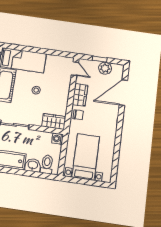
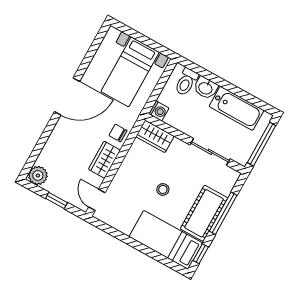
plant: (105, 68) -> (38, 175), moved
door: (123, 93) -> (67, 97), moved

